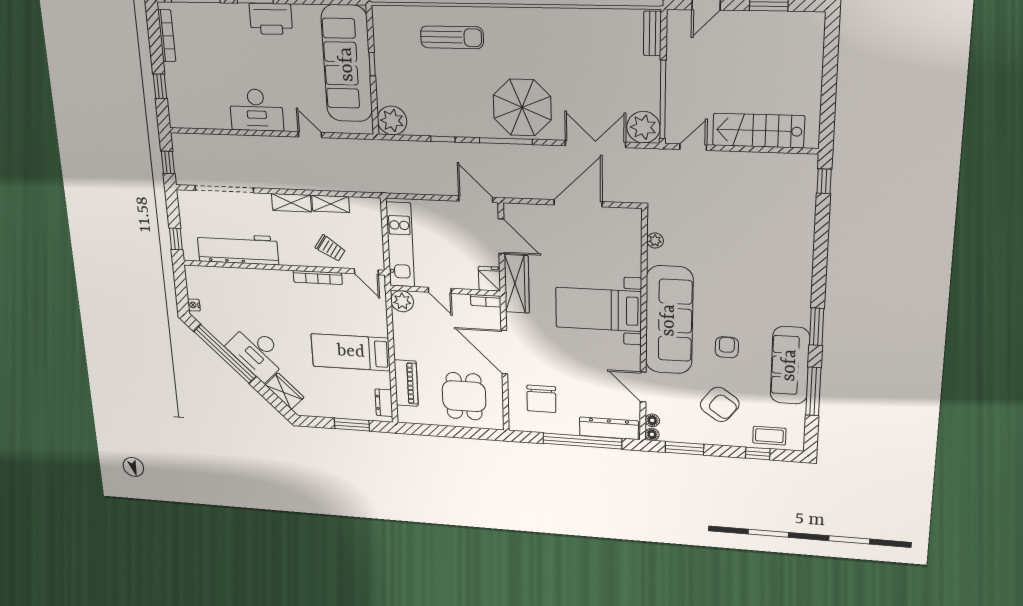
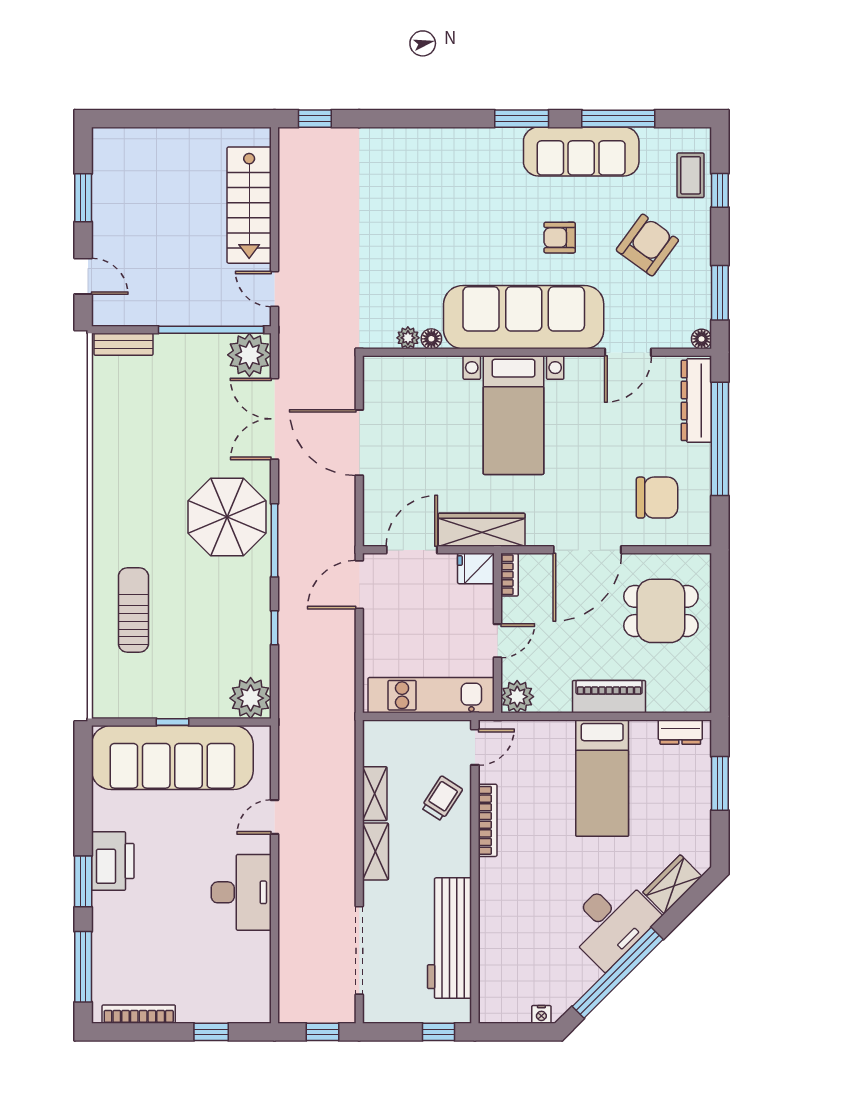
piano: (406, 383) -> (609, 697), moved
floor lamp: (652, 420) -> (431, 339), moved

